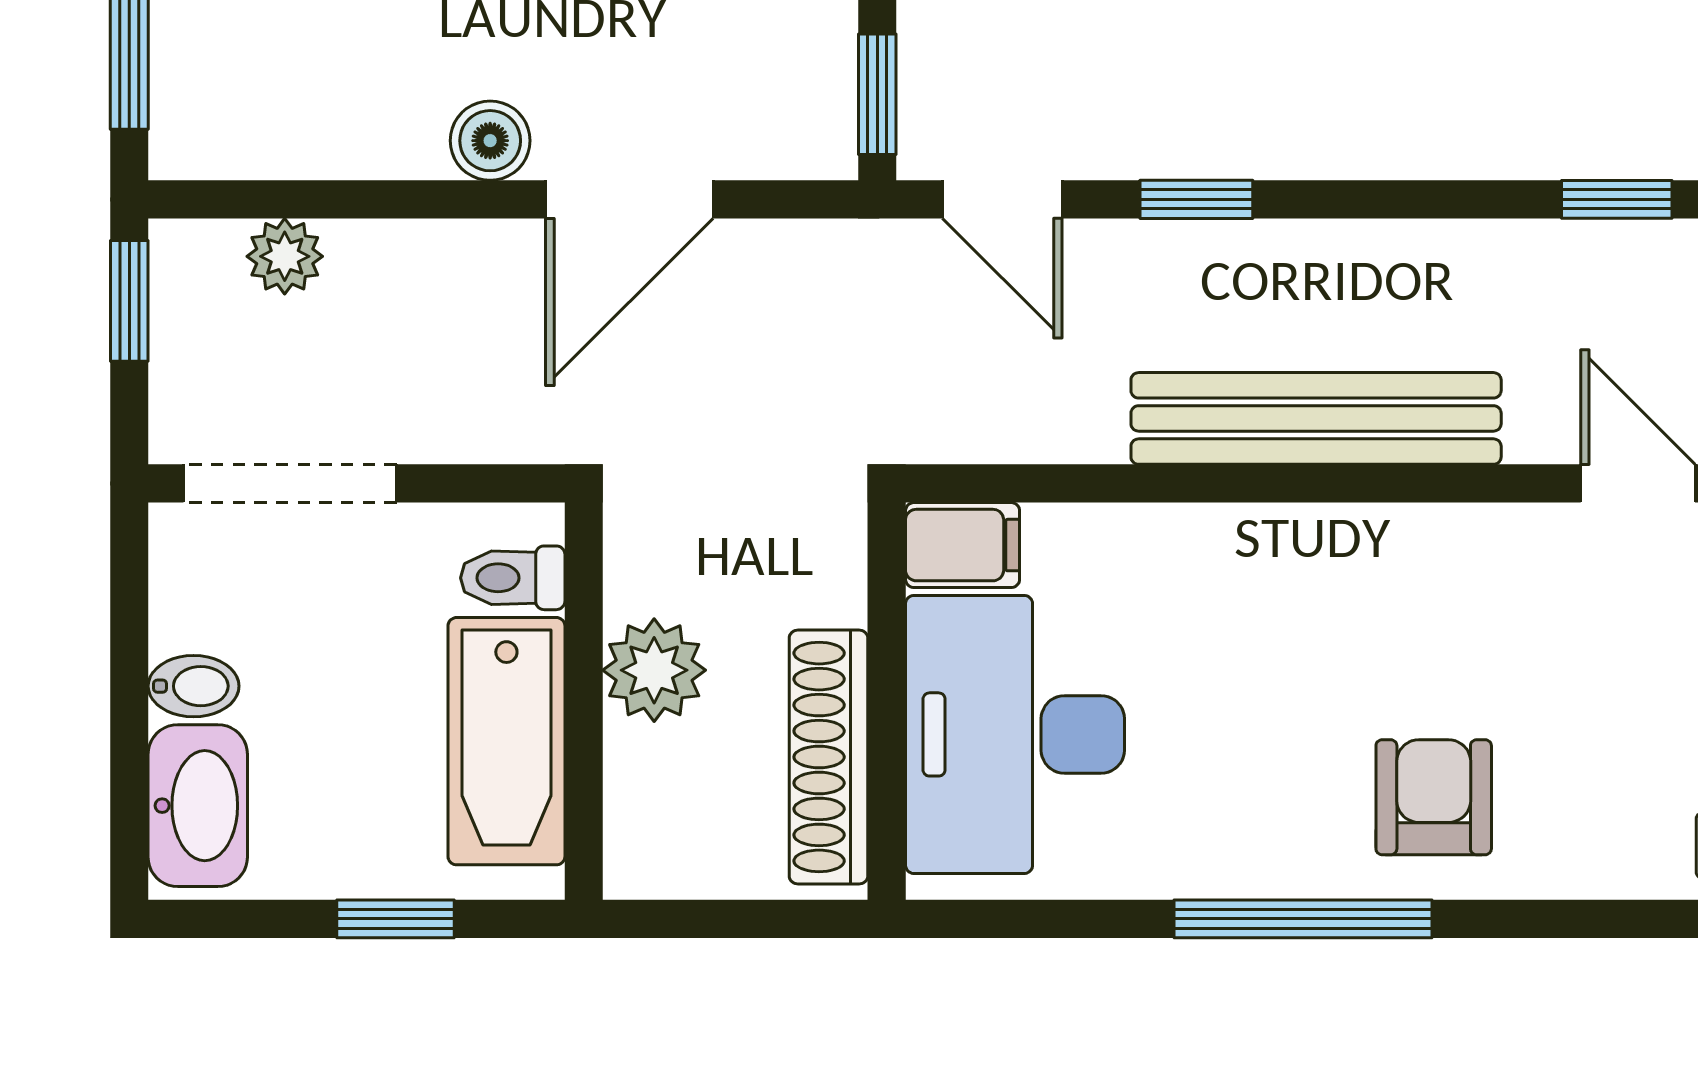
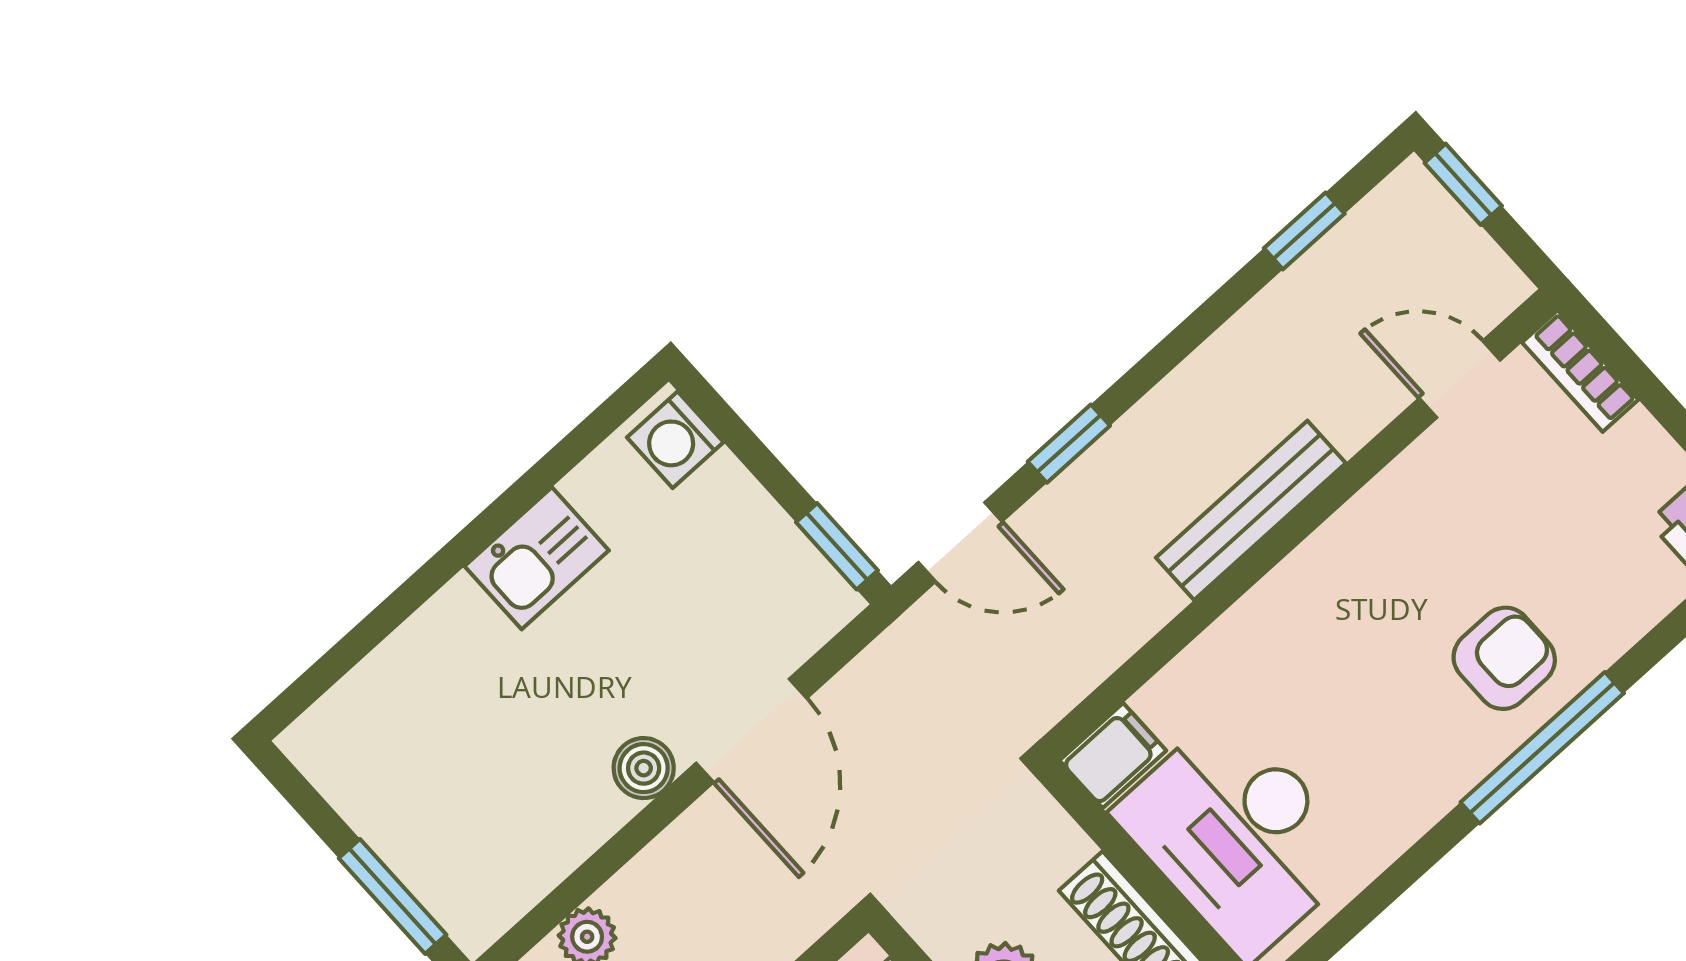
bench: (1316, 418) -> (1251, 510), width x0.73, depth x0.82
armchair: (1434, 797) -> (1504, 658), turned 90
window: (1303, 919) -> (1542, 748), moved

